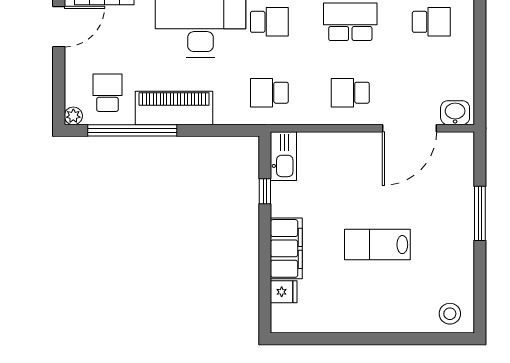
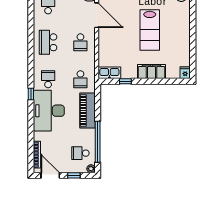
window: (59, 78) -> (74, 175), added
piano: (174, 108) -> (87, 110), moved
lab bench: (377, 245) -> (150, 30), width x1.36, depth x1.39
fridge: (284, 292) -> (185, 73), moved

